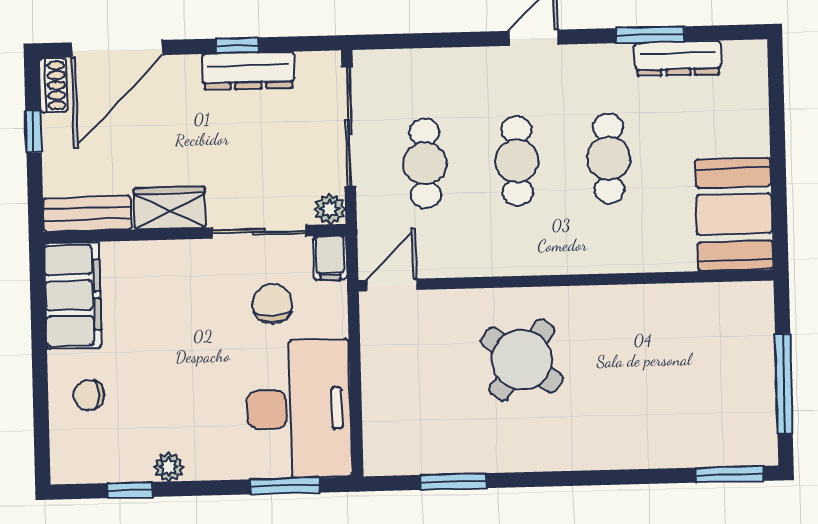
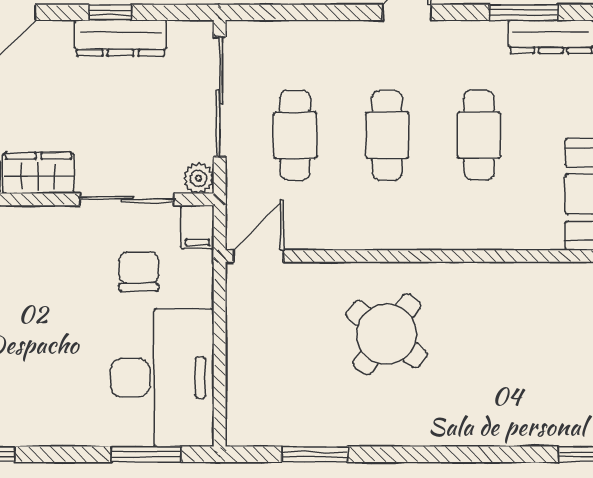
plant: (169, 467) -> (31, 432), removed

